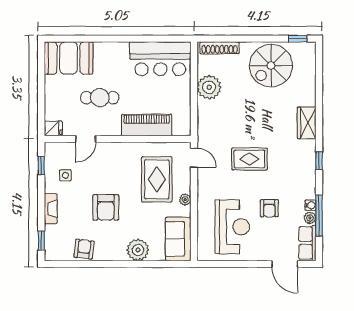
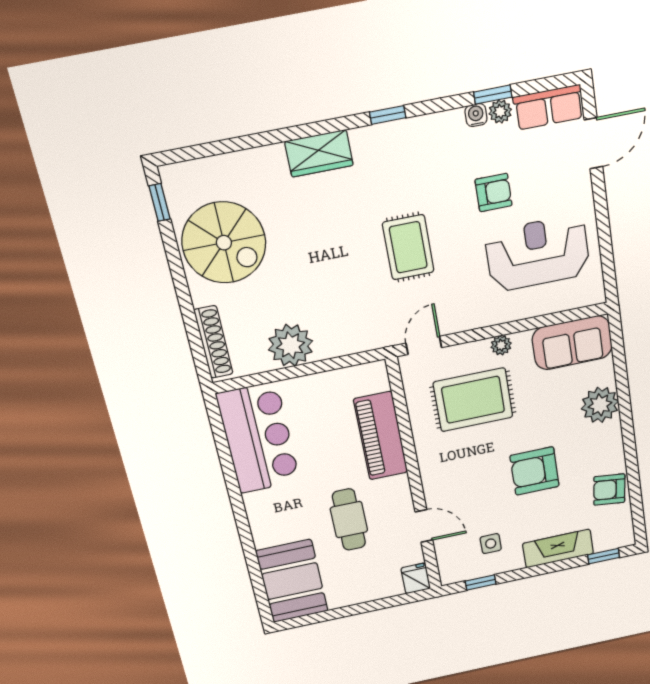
armchair: (106, 207) -> (535, 471), turned 180
fireplace: (51, 209) -> (558, 549), width x1.37, depth x1.32
window: (319, 215) -> (493, 95), width x0.46

